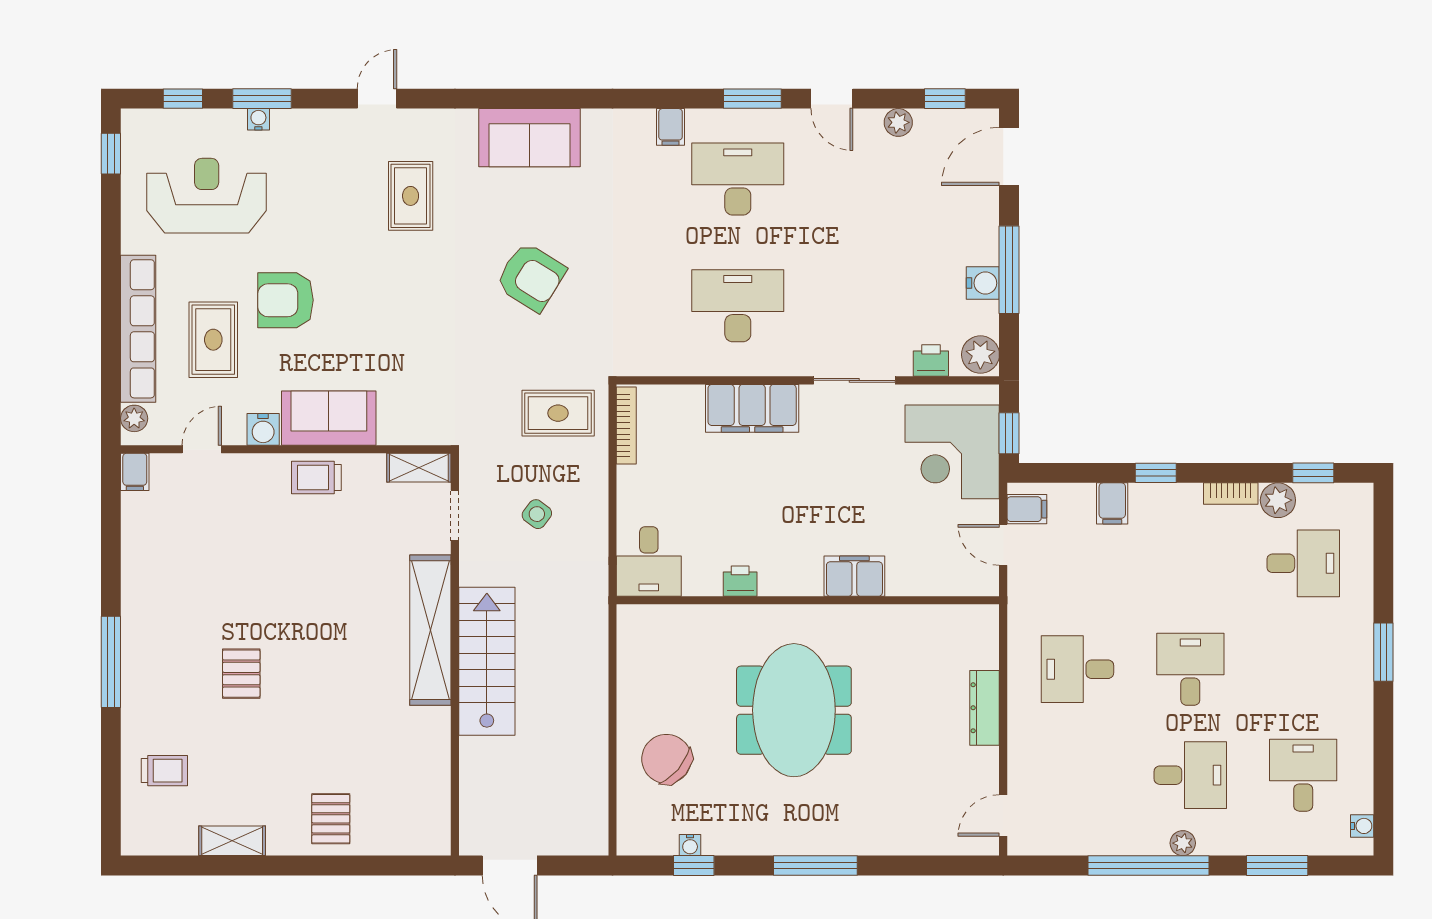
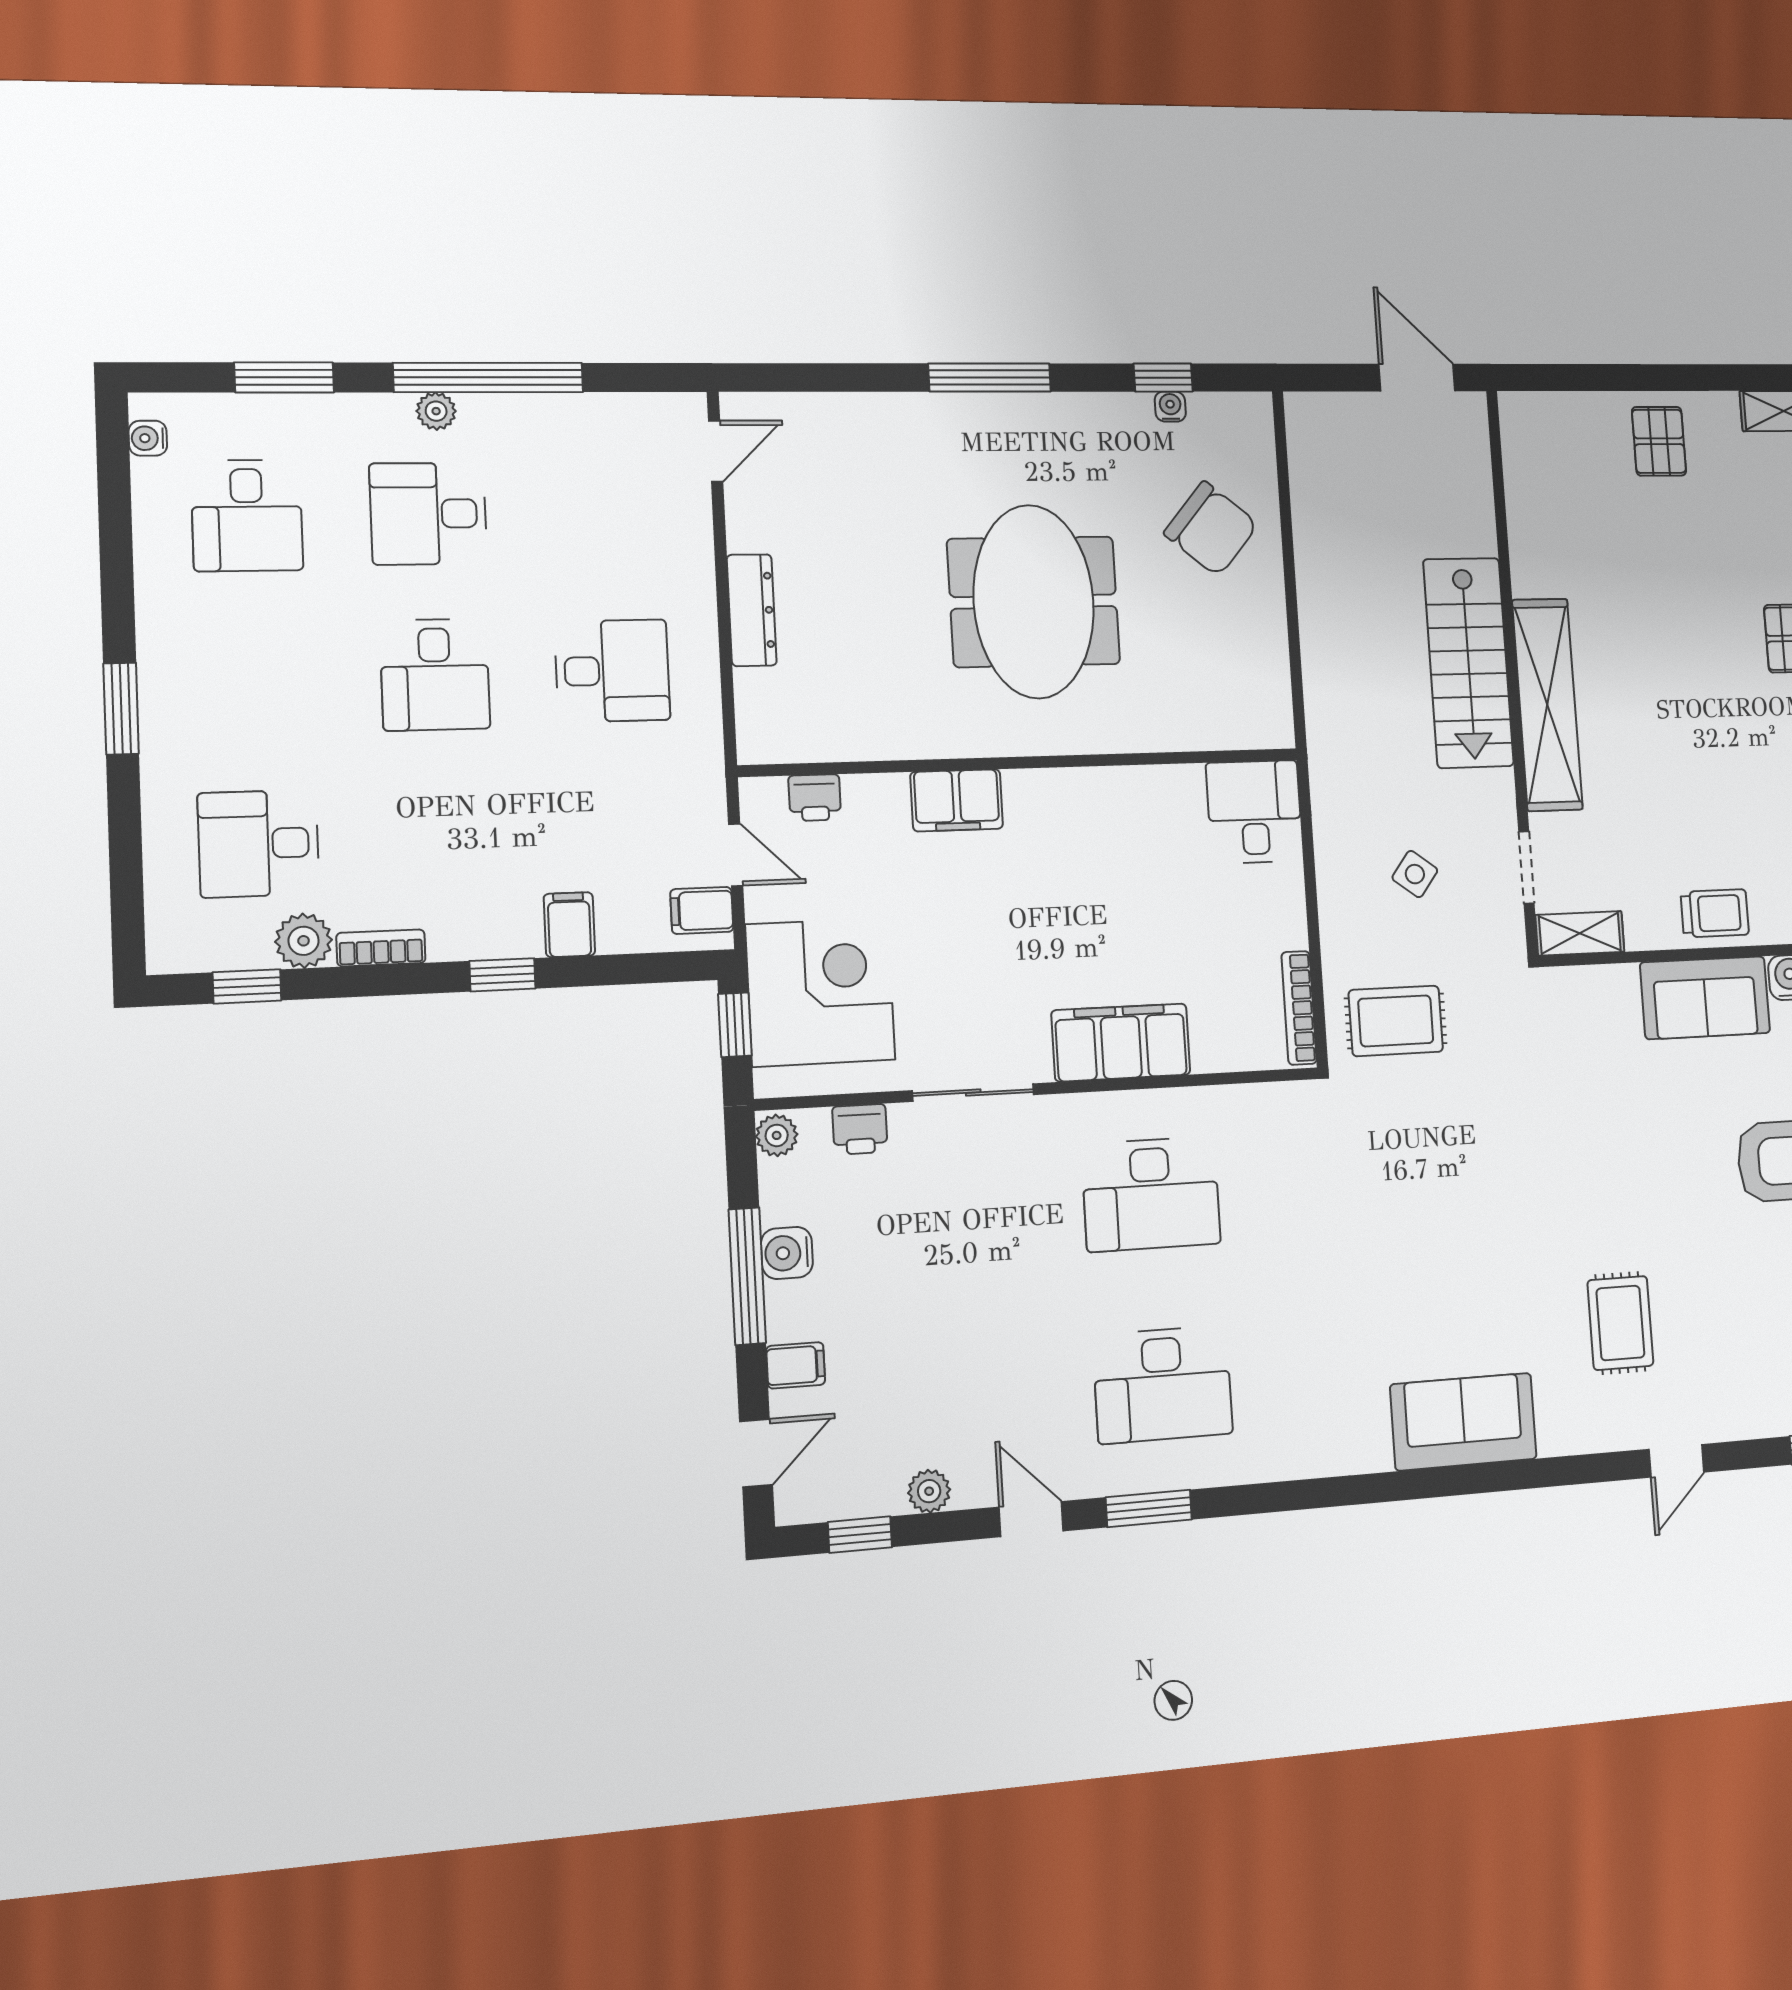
filing cabinet: (671, 127) -> (796, 1365), moved, turned 90
door: (1009, 156) -> (756, 1453), width x0.73
armchair: (531, 277) -> (1447, 1217), removed
plant: (980, 355) -> (777, 1135), width x0.73, depth x0.73
printer: (740, 581) -> (815, 798), moved

